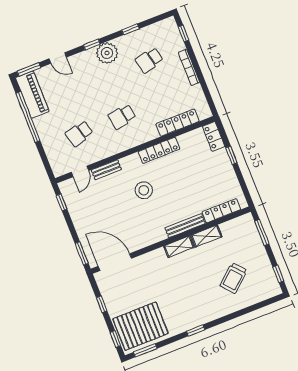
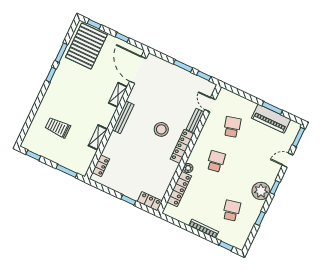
piano: (32, 95) -> (271, 119), moved
window: (28, 117) -> (272, 108), width x0.47
plant: (152, 134) -> (188, 168), added
locker: (159, 150) -> (182, 146), moved
locker: (221, 211) -> (101, 166), width x0.66
bench: (185, 226) -> (123, 117), moved
shelving: (179, 247) -> (118, 95), moved
window: (82, 253) -> (183, 66), moved
door: (115, 262) -> (138, 70), swing flipped
trolley: (234, 278) -> (58, 128), turned -49
window: (145, 350) -> (61, 53), moved

